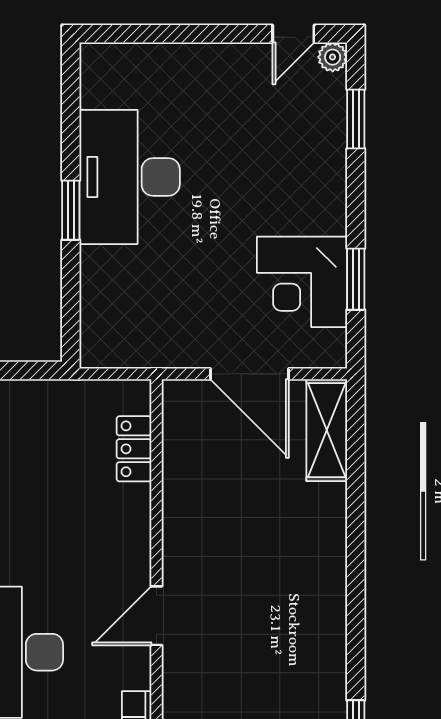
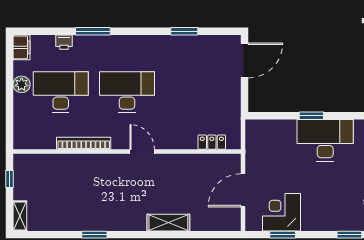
shelving: (327, 430) -> (168, 223), moved

